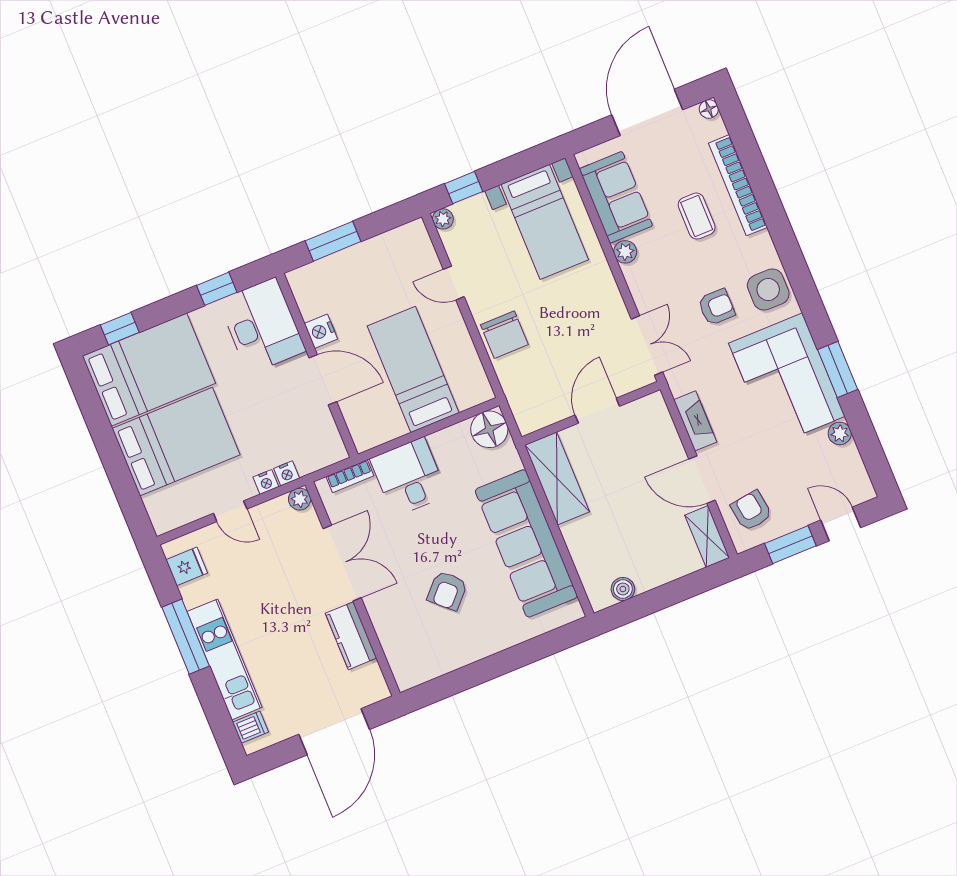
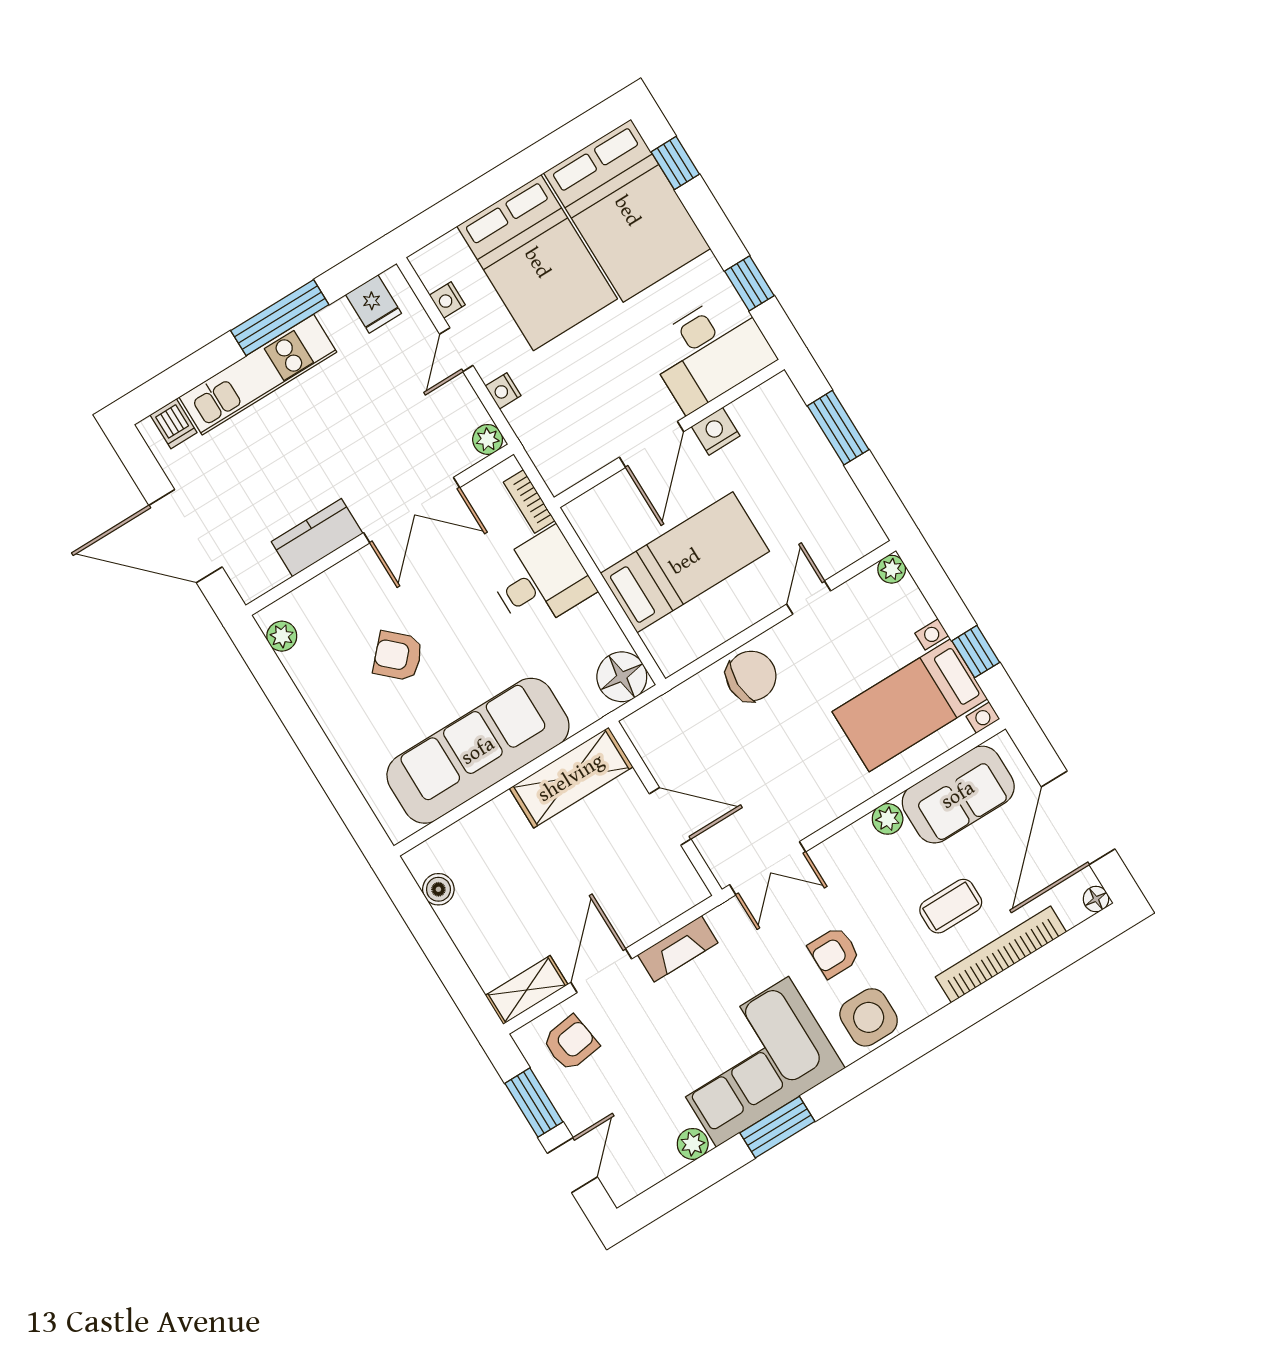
door: (647, 112) -> (1078, 818), swing flipped
window: (464, 188) -> (976, 652), moved
armchair: (716, 307) -> (834, 952), turned 90
chair: (504, 335) -> (751, 676), turned 180
nightstand: (287, 473) -> (447, 300), moved
plant: (419, 673) -> (282, 636), added

